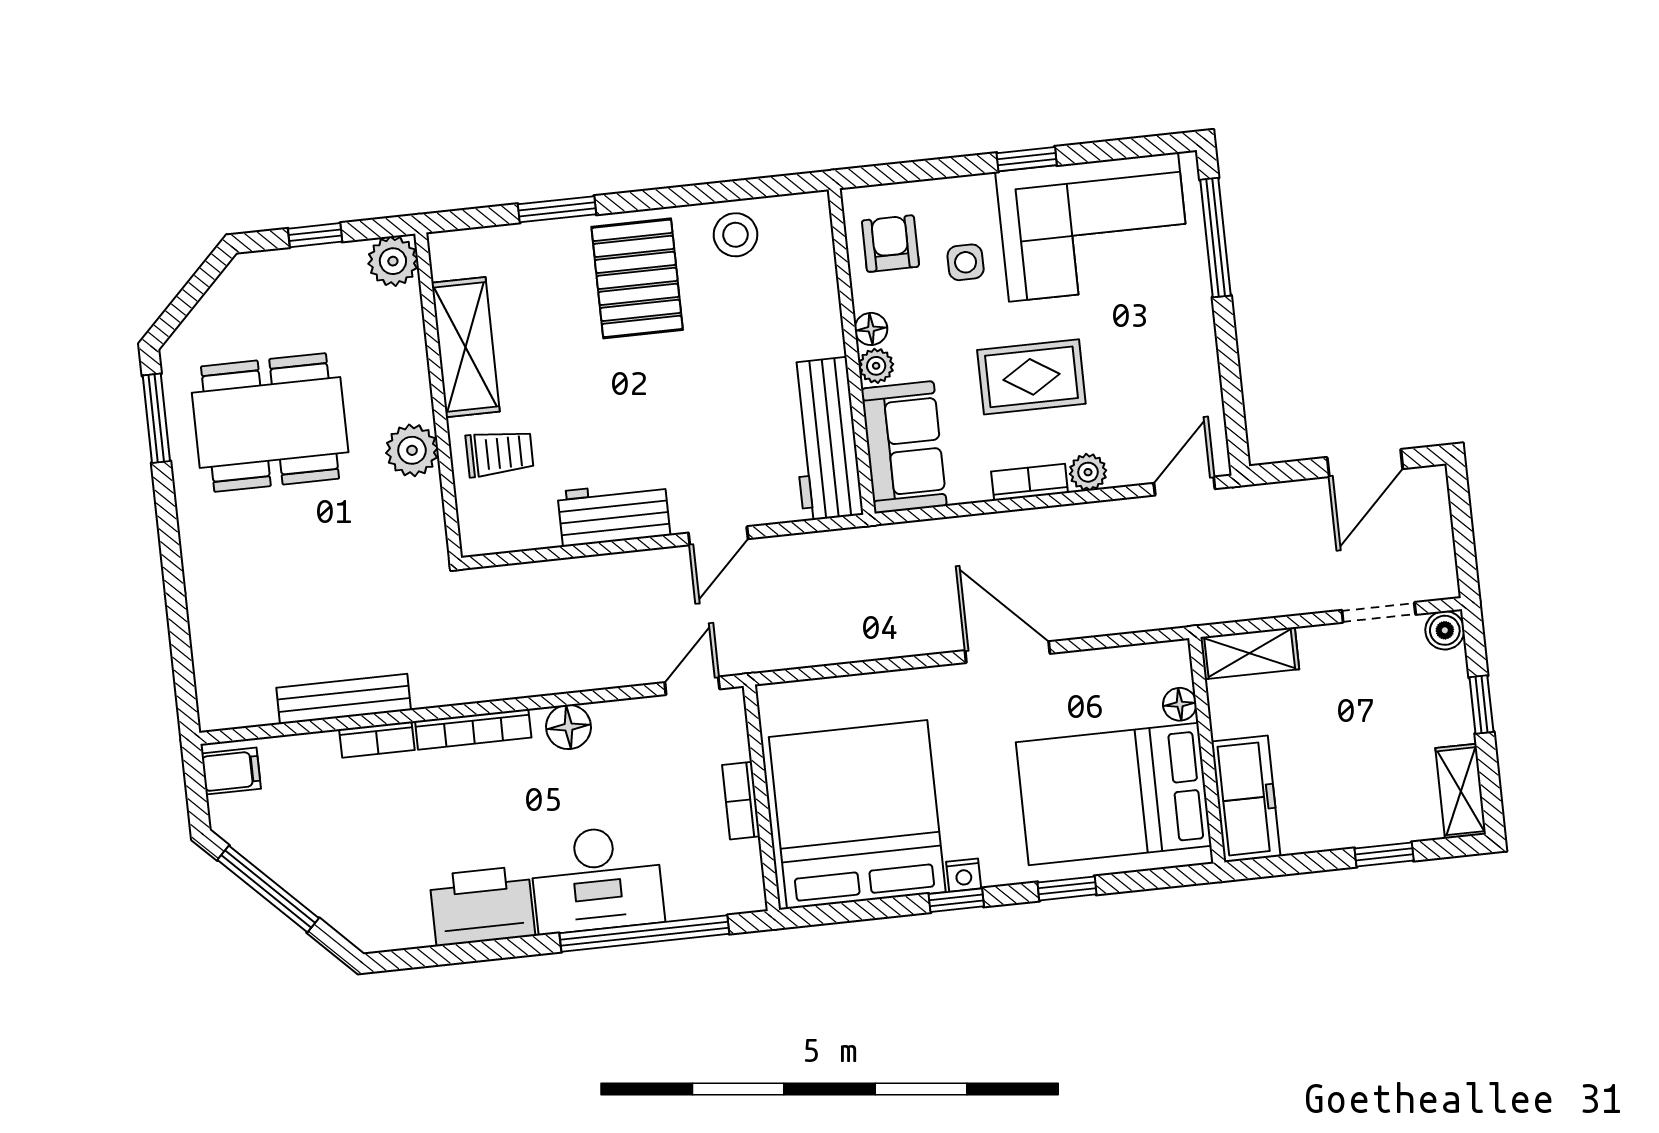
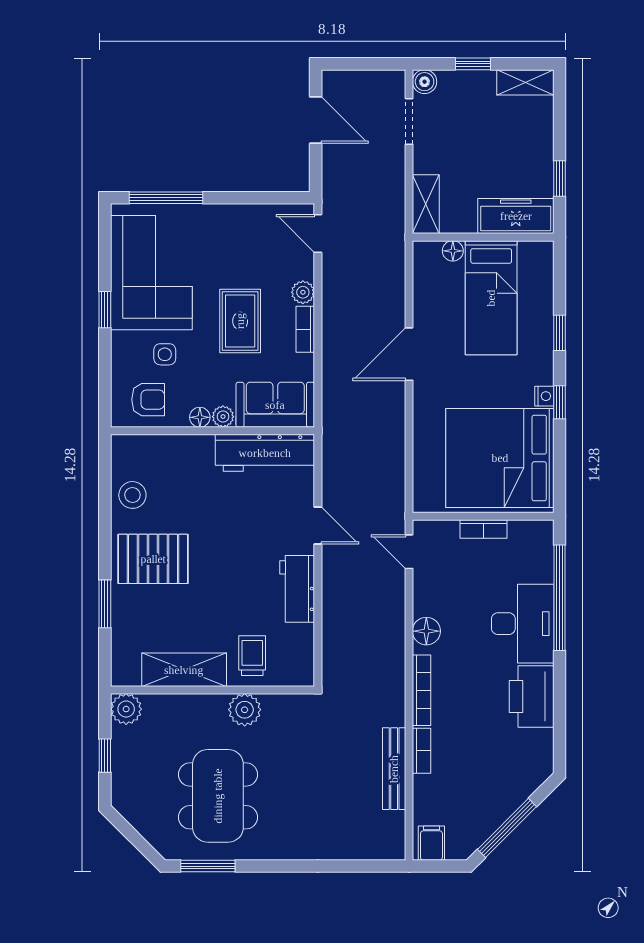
armchair: (890, 244) -> (148, 400), turned 180
bed: (1114, 794) -> (491, 298), width x0.67
window: (1384, 855) -> (559, 179), moved

